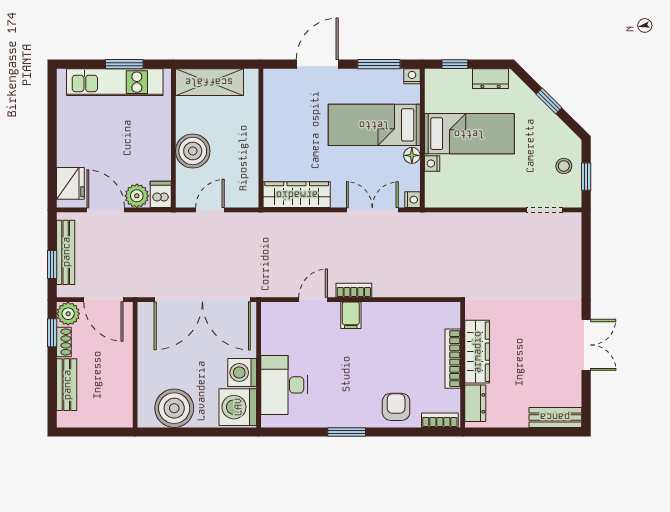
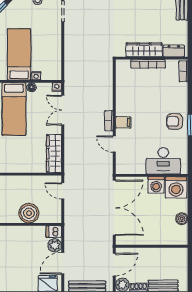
door: (210, 210) -> (63, 191), moved
armchair: (396, 407) -> (175, 121), moved
boiler: (174, 408) -> (182, 219), width x0.54, depth x0.54

